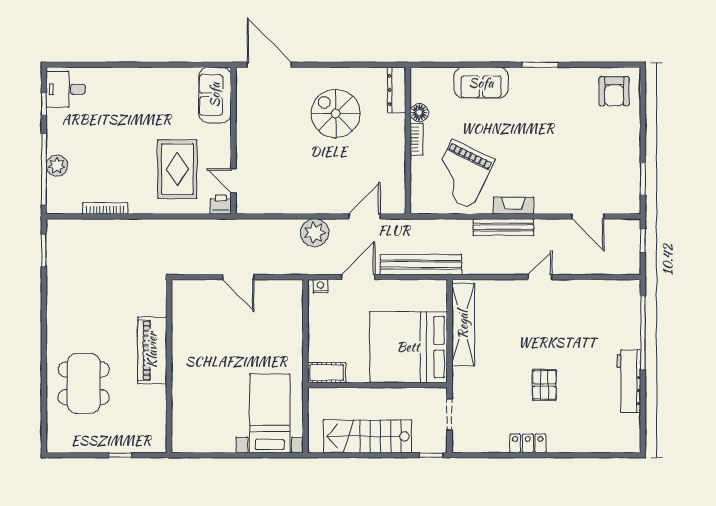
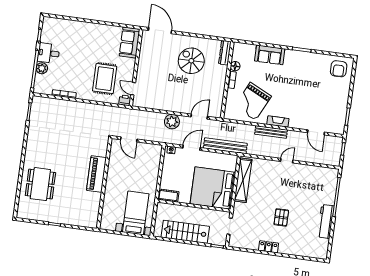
desk: (66, 89) -> (49, 53), moved
piano: (152, 350) -> (96, 174), moved
wall: (169, 366) -> (104, 183), moved

